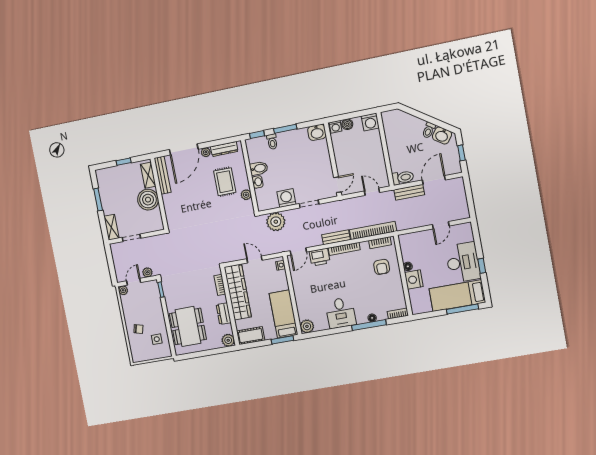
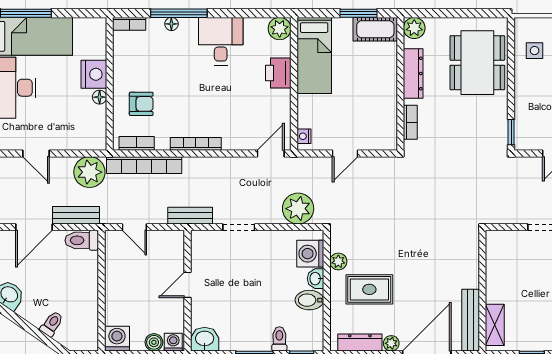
toilet: (429, 130) -> (52, 324), moved
rug: (225, 182) -> (369, 289), turned 90
door: (337, 185) -> (187, 285), moved
washing machine: (286, 198) -> (310, 254), moved, turned 90
boiler: (148, 200) -> (503, 285), removed
door: (441, 225) -> (36, 153), swing flipped
bench: (336, 237) -> (190, 216), moved
printer: (320, 257) -> (278, 73), moved, turned -90
door: (254, 259) -> (345, 153), hinge flipped
armchair: (382, 267) -> (141, 104), turned 90
plant: (147, 272) -> (89, 172), moved, width x1.87, depth x1.87
wardrobe: (238, 292) -> (383, 105), removed
dresser: (224, 314) -> (413, 73), width x1.44
window: (282, 340) -> (359, 13), moved

